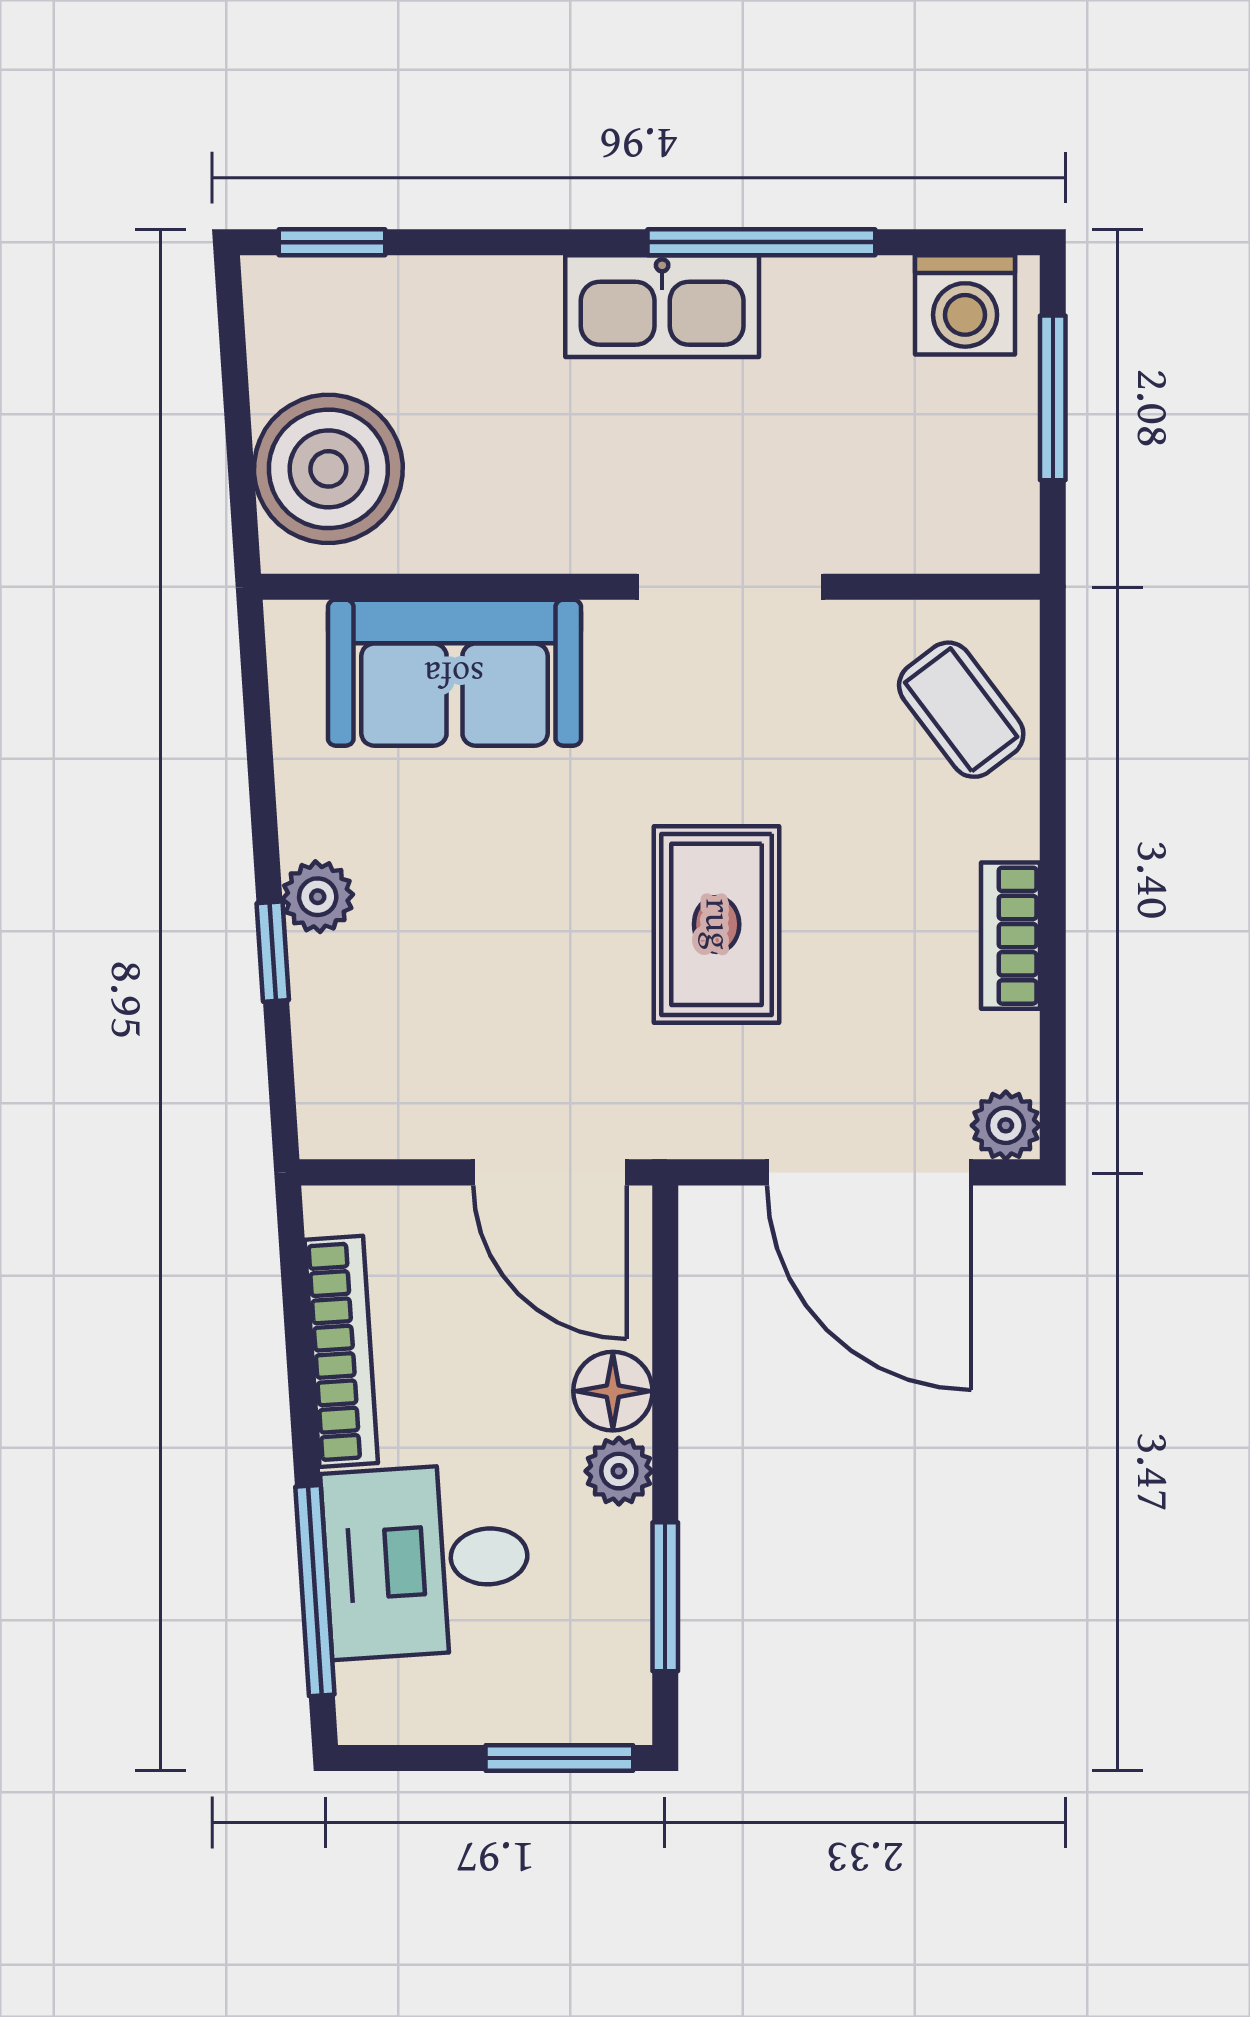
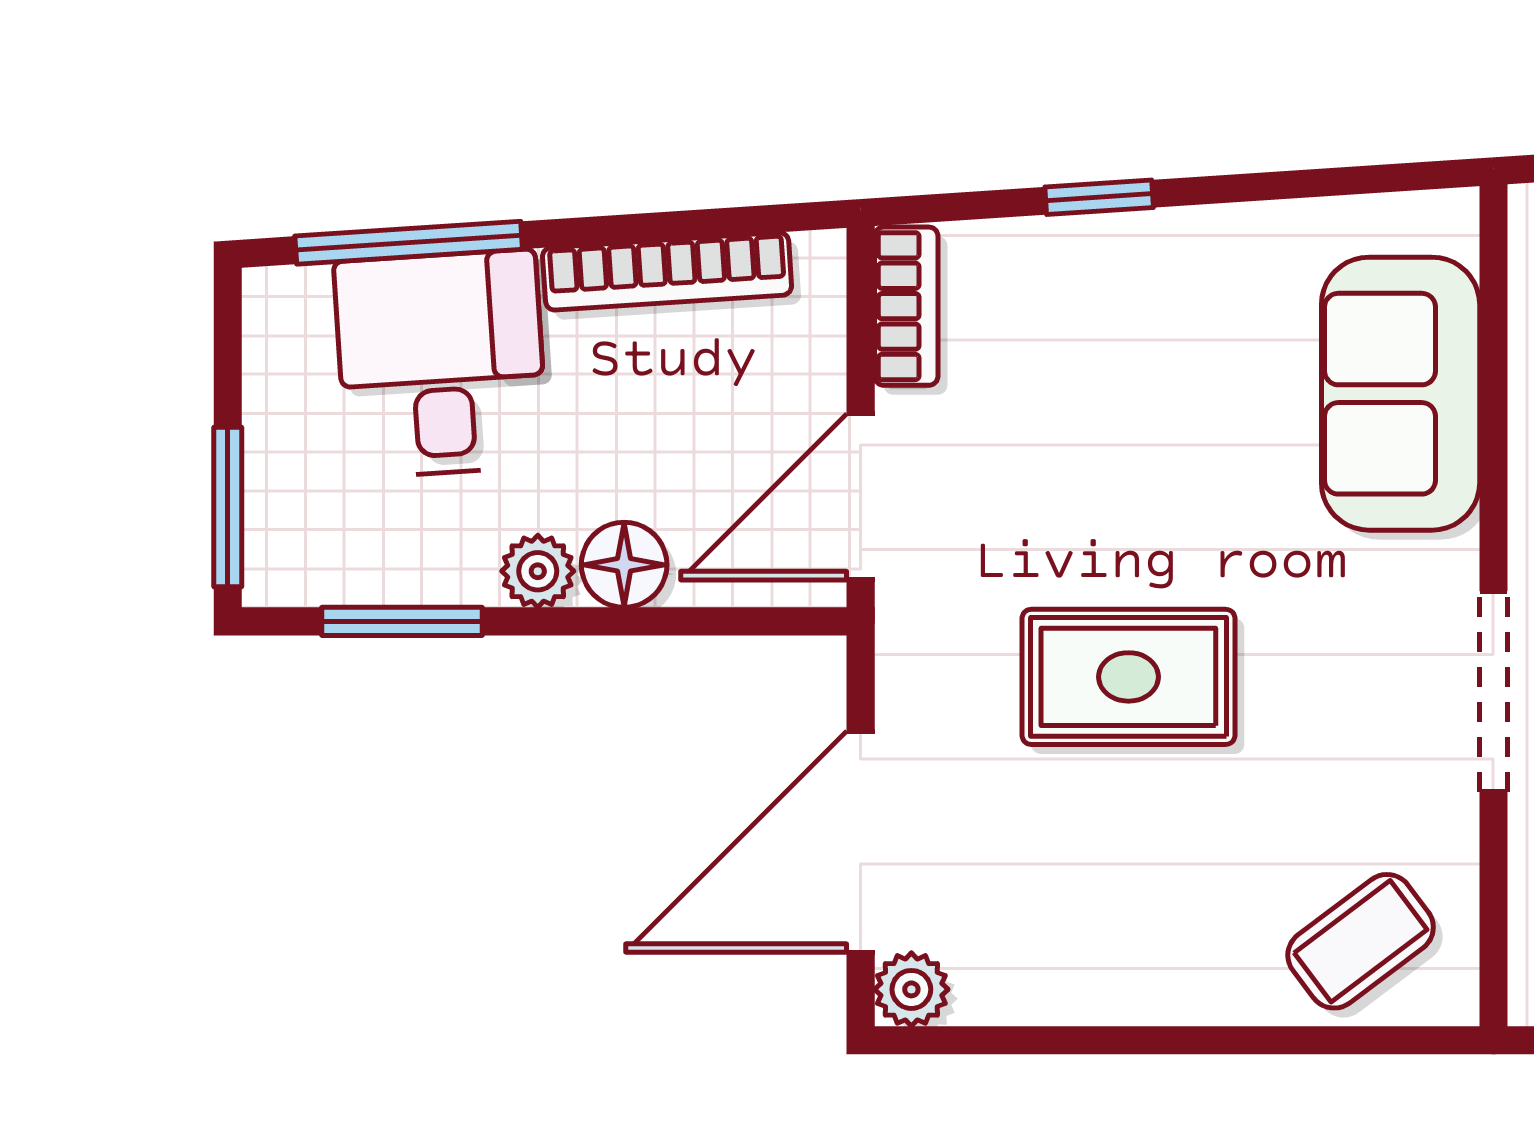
plant: (318, 897) -> (1158, 246), removed
bookcase: (1011, 936) -> (906, 306), moved, turned 90

